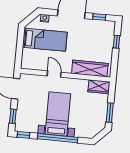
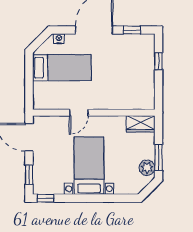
wardrobe: (90, 68) -> (126, 100), removed
door: (54, 74) -> (79, 113), swing flipped
plant: (101, 120) -> (147, 168), added
window: (58, 138) -> (92, 198), removed

